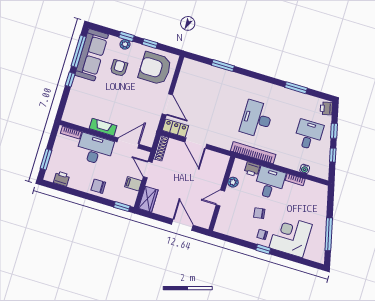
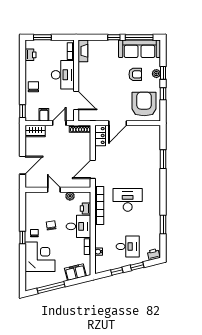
fireplace: (103, 127) -> (83, 51), moved
door: (196, 143) -> (93, 169), moved
filing cabinet: (320, 202) -> (75, 272), added

